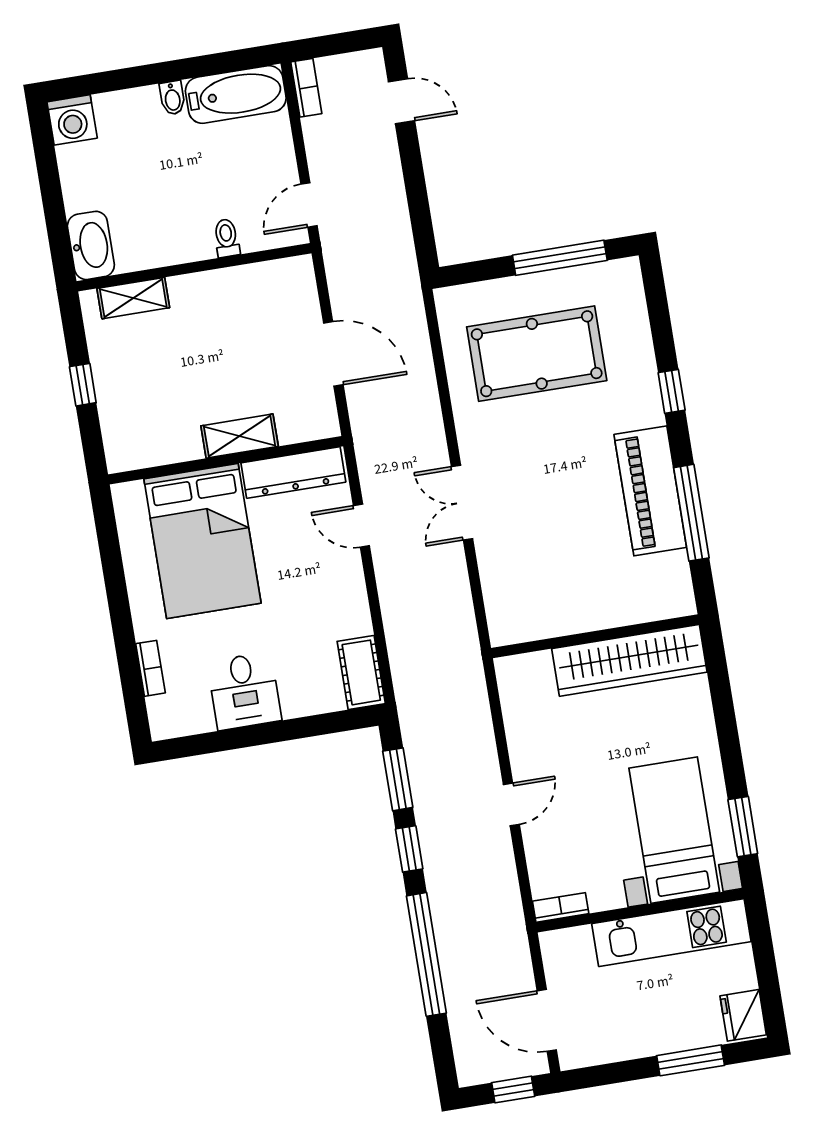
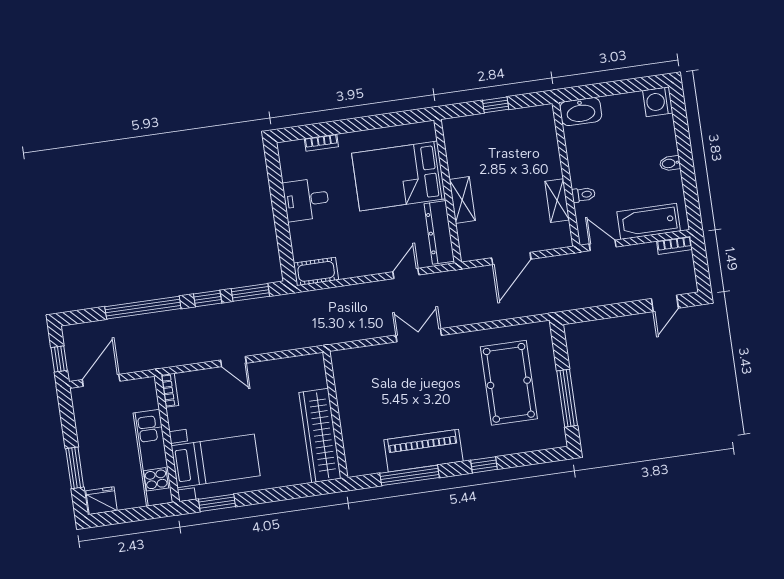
bathtub: (236, 94) -> (649, 221), moved, turned 90
shelving: (133, 298) -> (557, 201), moved

